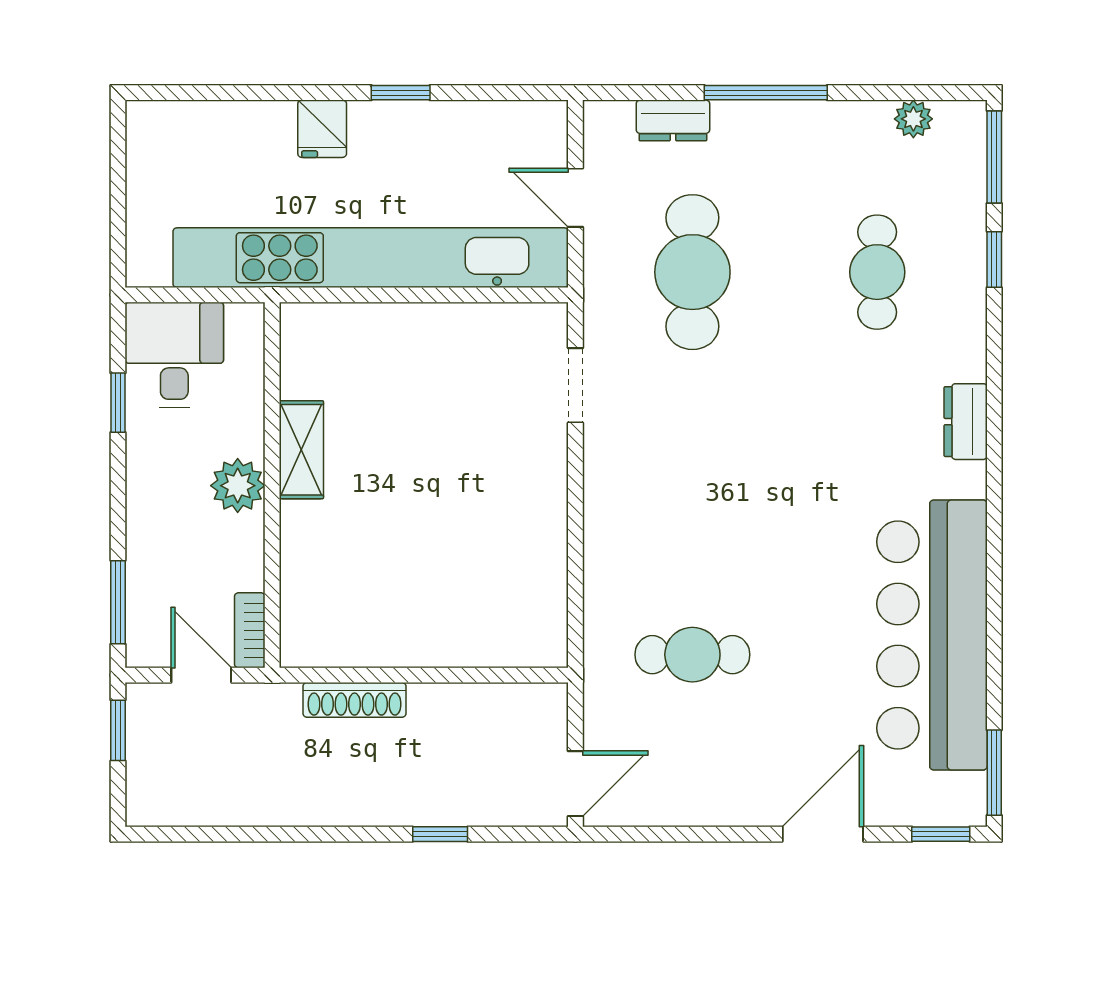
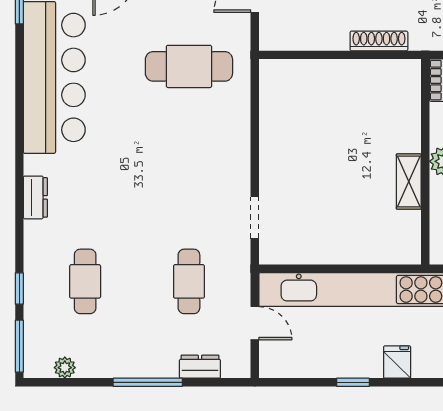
cafe table: (692, 272) -> (189, 281), width x0.73, depth x0.74
cafe table: (692, 655) -> (189, 66), width x1.37, depth x1.35

